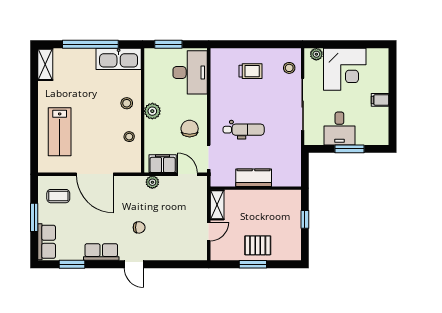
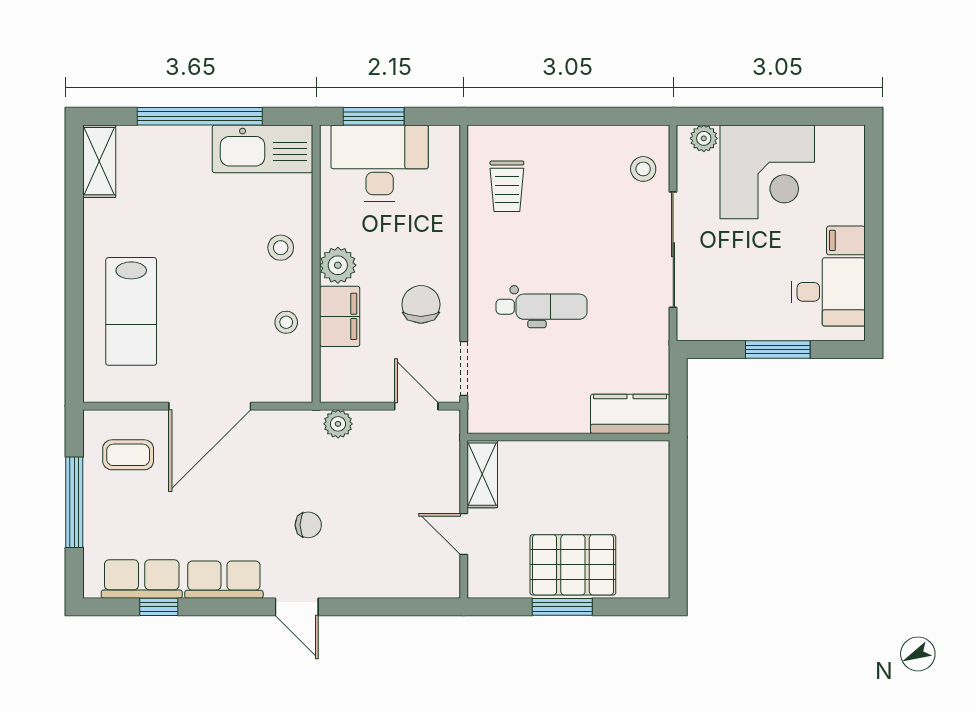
trolley: (251, 71) -> (507, 186), moved, turned 90
desk: (190, 72) -> (380, 163), moved, turned -90
desk: (339, 128) -> (828, 292), moved, turned -90
filing cabinet: (163, 164) -> (340, 316), moved, turned 90
door: (95, 174) -> (210, 406), hinge flipped
kitchen counter: (254, 178) -> (630, 414), moved
window: (34, 217) -> (74, 502), width x1.44
window: (305, 219) -> (678, 507), removed
door: (209, 232) -> (464, 534), swing flipped
row of seats: (47, 242) -> (142, 579), moved, turned -90
pallet: (258, 245) -> (573, 565), width x1.50, depth x1.42
window: (72, 264) -> (159, 607), width x0.67

